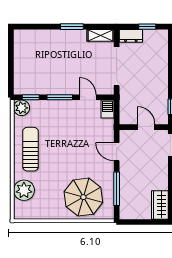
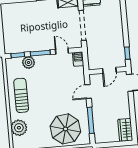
plant: (22, 108) -> (29, 62), moved
door: (146, 127) -> (109, 70), swing flipped
door: (117, 152) -> (88, 92), hinge flipped

